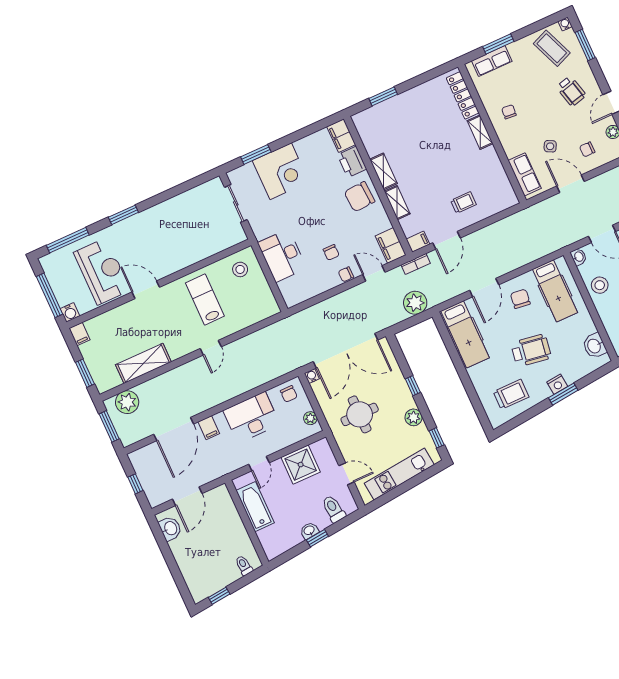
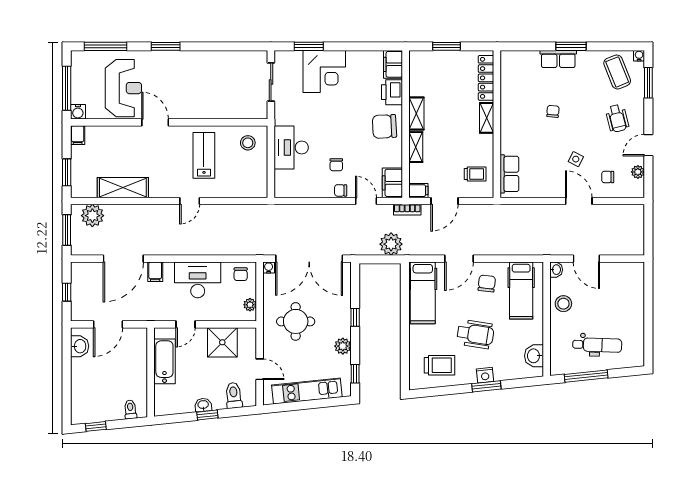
locker: (463, 95) -> (486, 78), moved
shelving: (480, 132) -> (487, 118), moved
wall: (492, 134) -> (497, 124), moved
row of seats: (525, 174) -> (509, 174), moved

